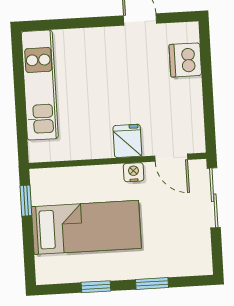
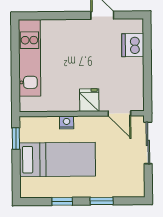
nightstand: (134, 172) -> (67, 122), moved

